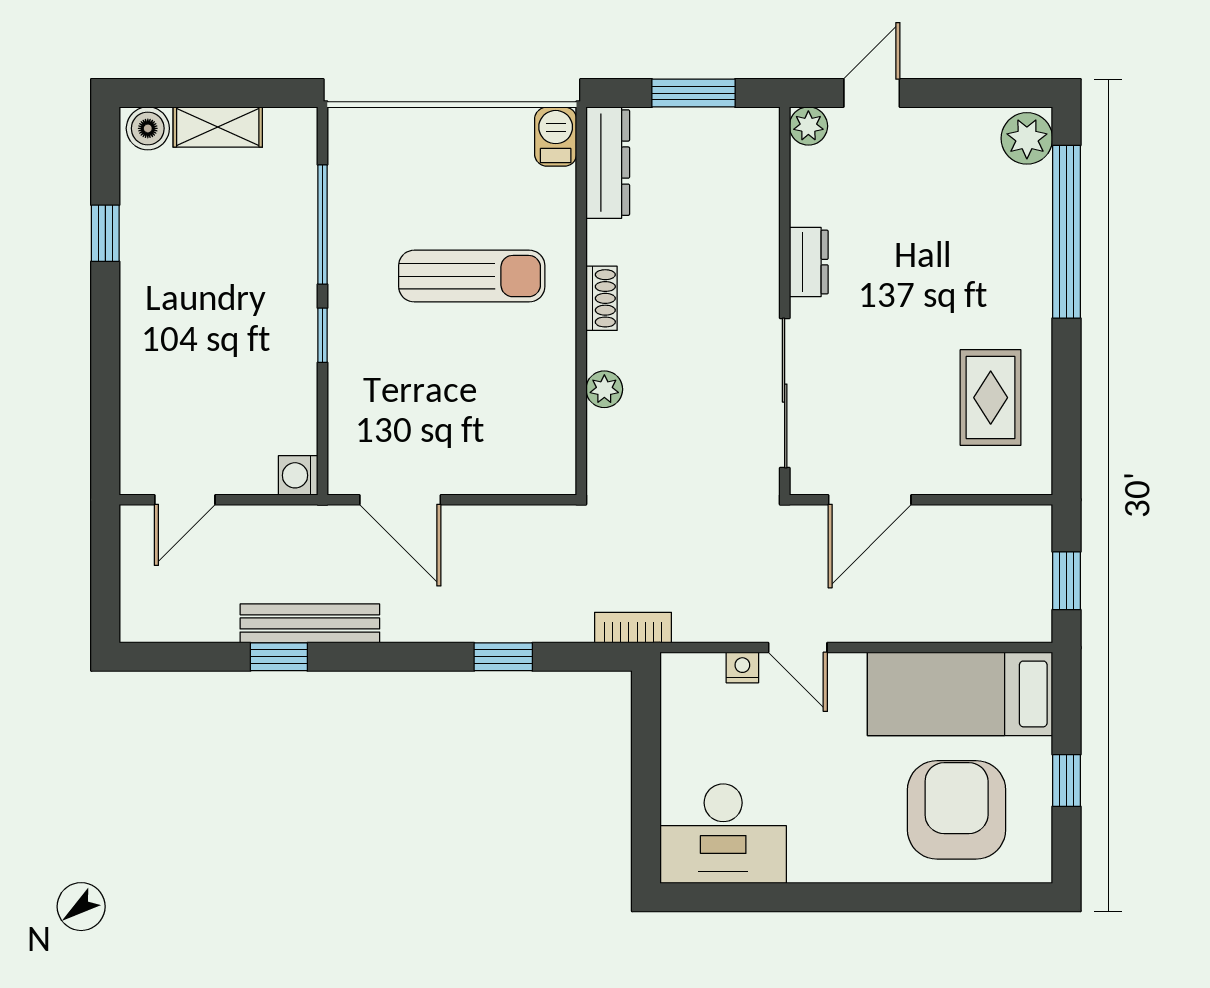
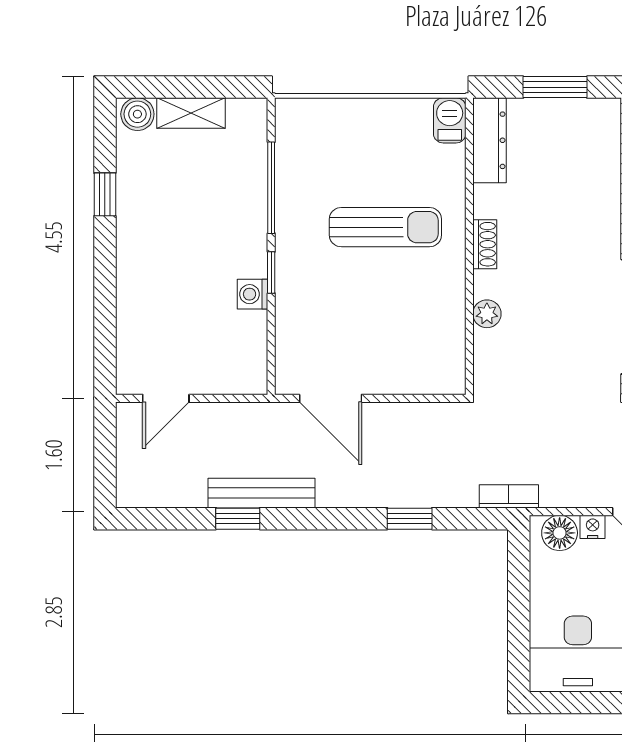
washing machine: (298, 475) -> (253, 294), moved
floor lamp: (699, 675) -> (560, 533), added

